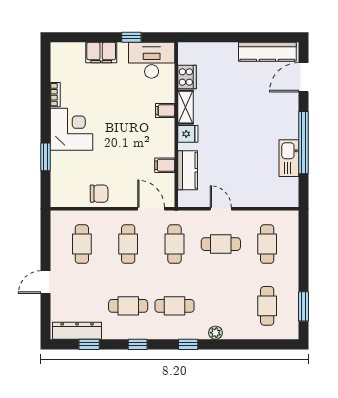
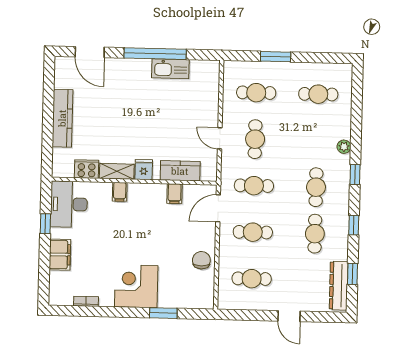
kitchen counter: (267, 52) -> (62, 118), moved
bookcase: (55, 95) -> (86, 301), moved
door: (221, 209) -> (220, 138), hinge flipped
window: (304, 306) -> (276, 57), moved

